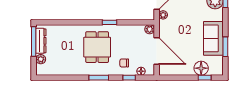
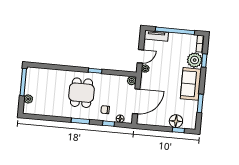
sofa: (213, 38) -> (191, 84), moved
dresser: (41, 41) -> (30, 82), removed
door: (157, 51) -> (136, 101), hinge flipped

